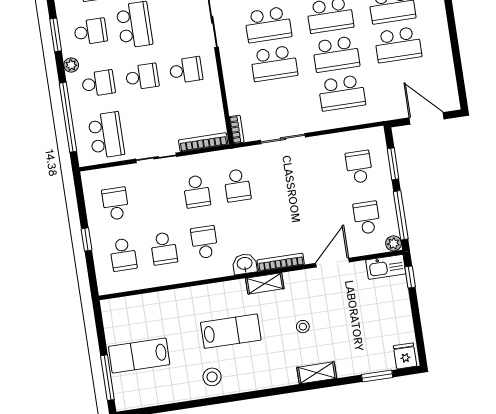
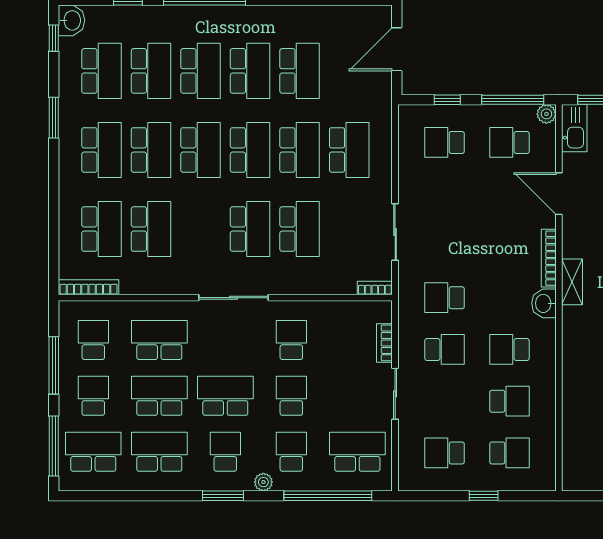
bookcase: (203, 142) -> (384, 343), width x0.64
window: (393, 164) -> (447, 100), width x0.67
school desk: (237, 185) -> (445, 298), turned 180

